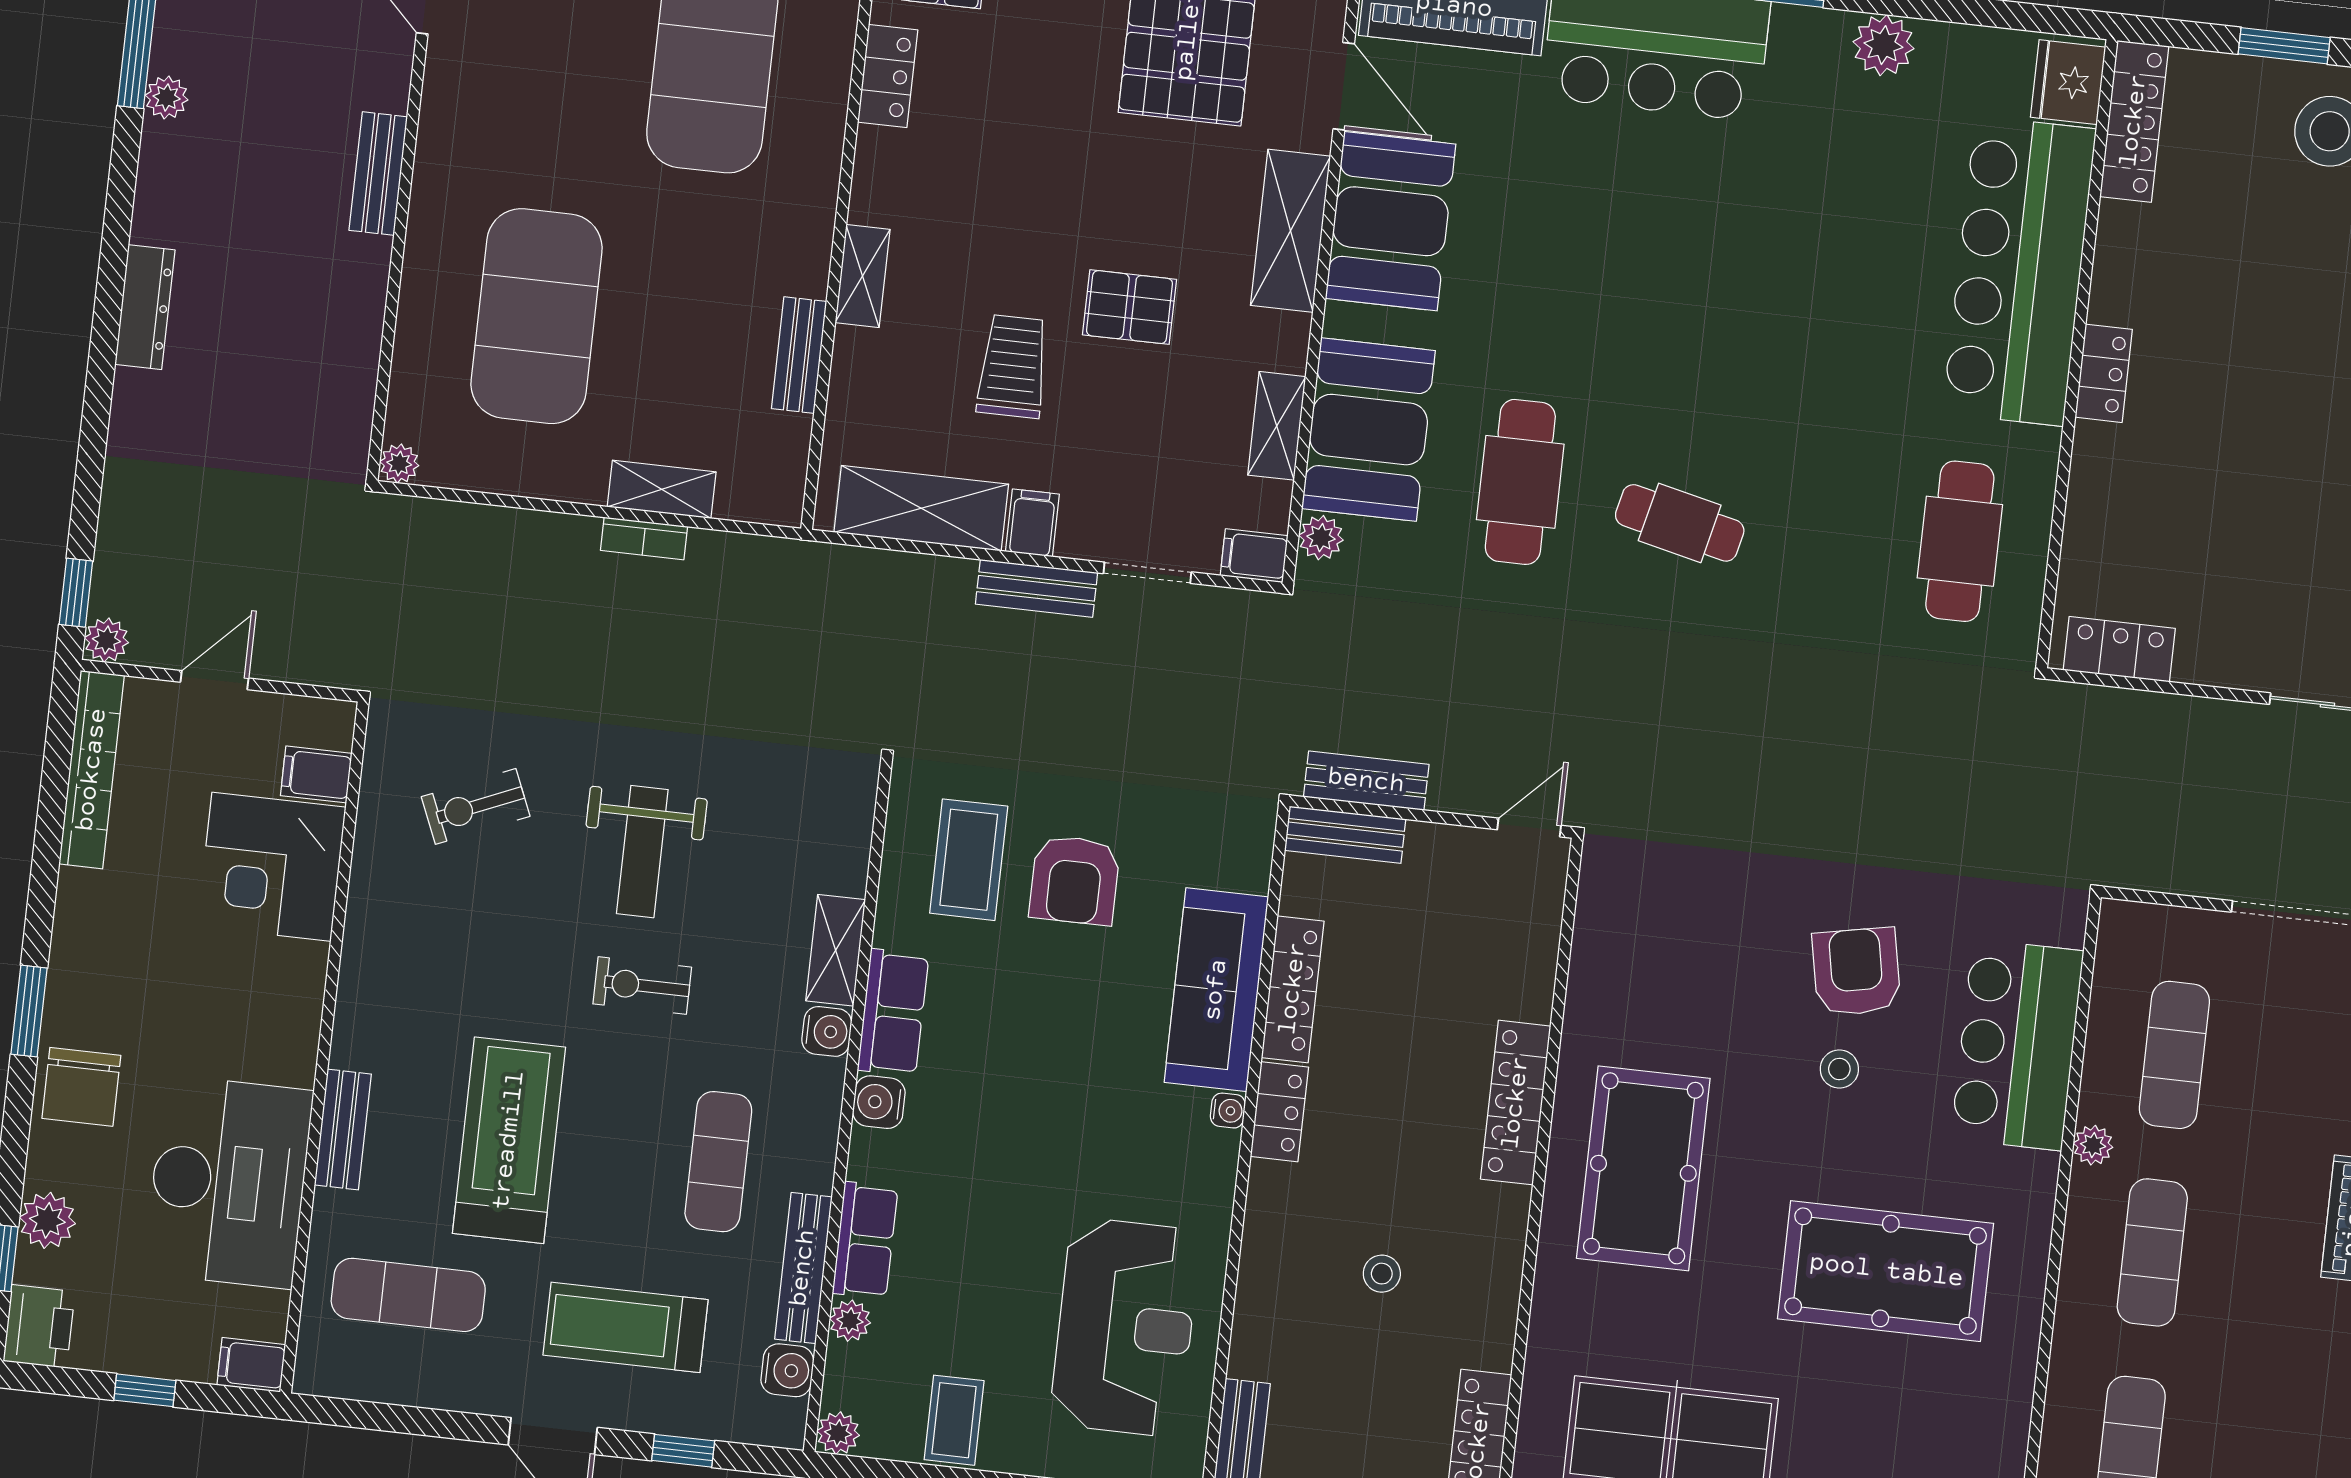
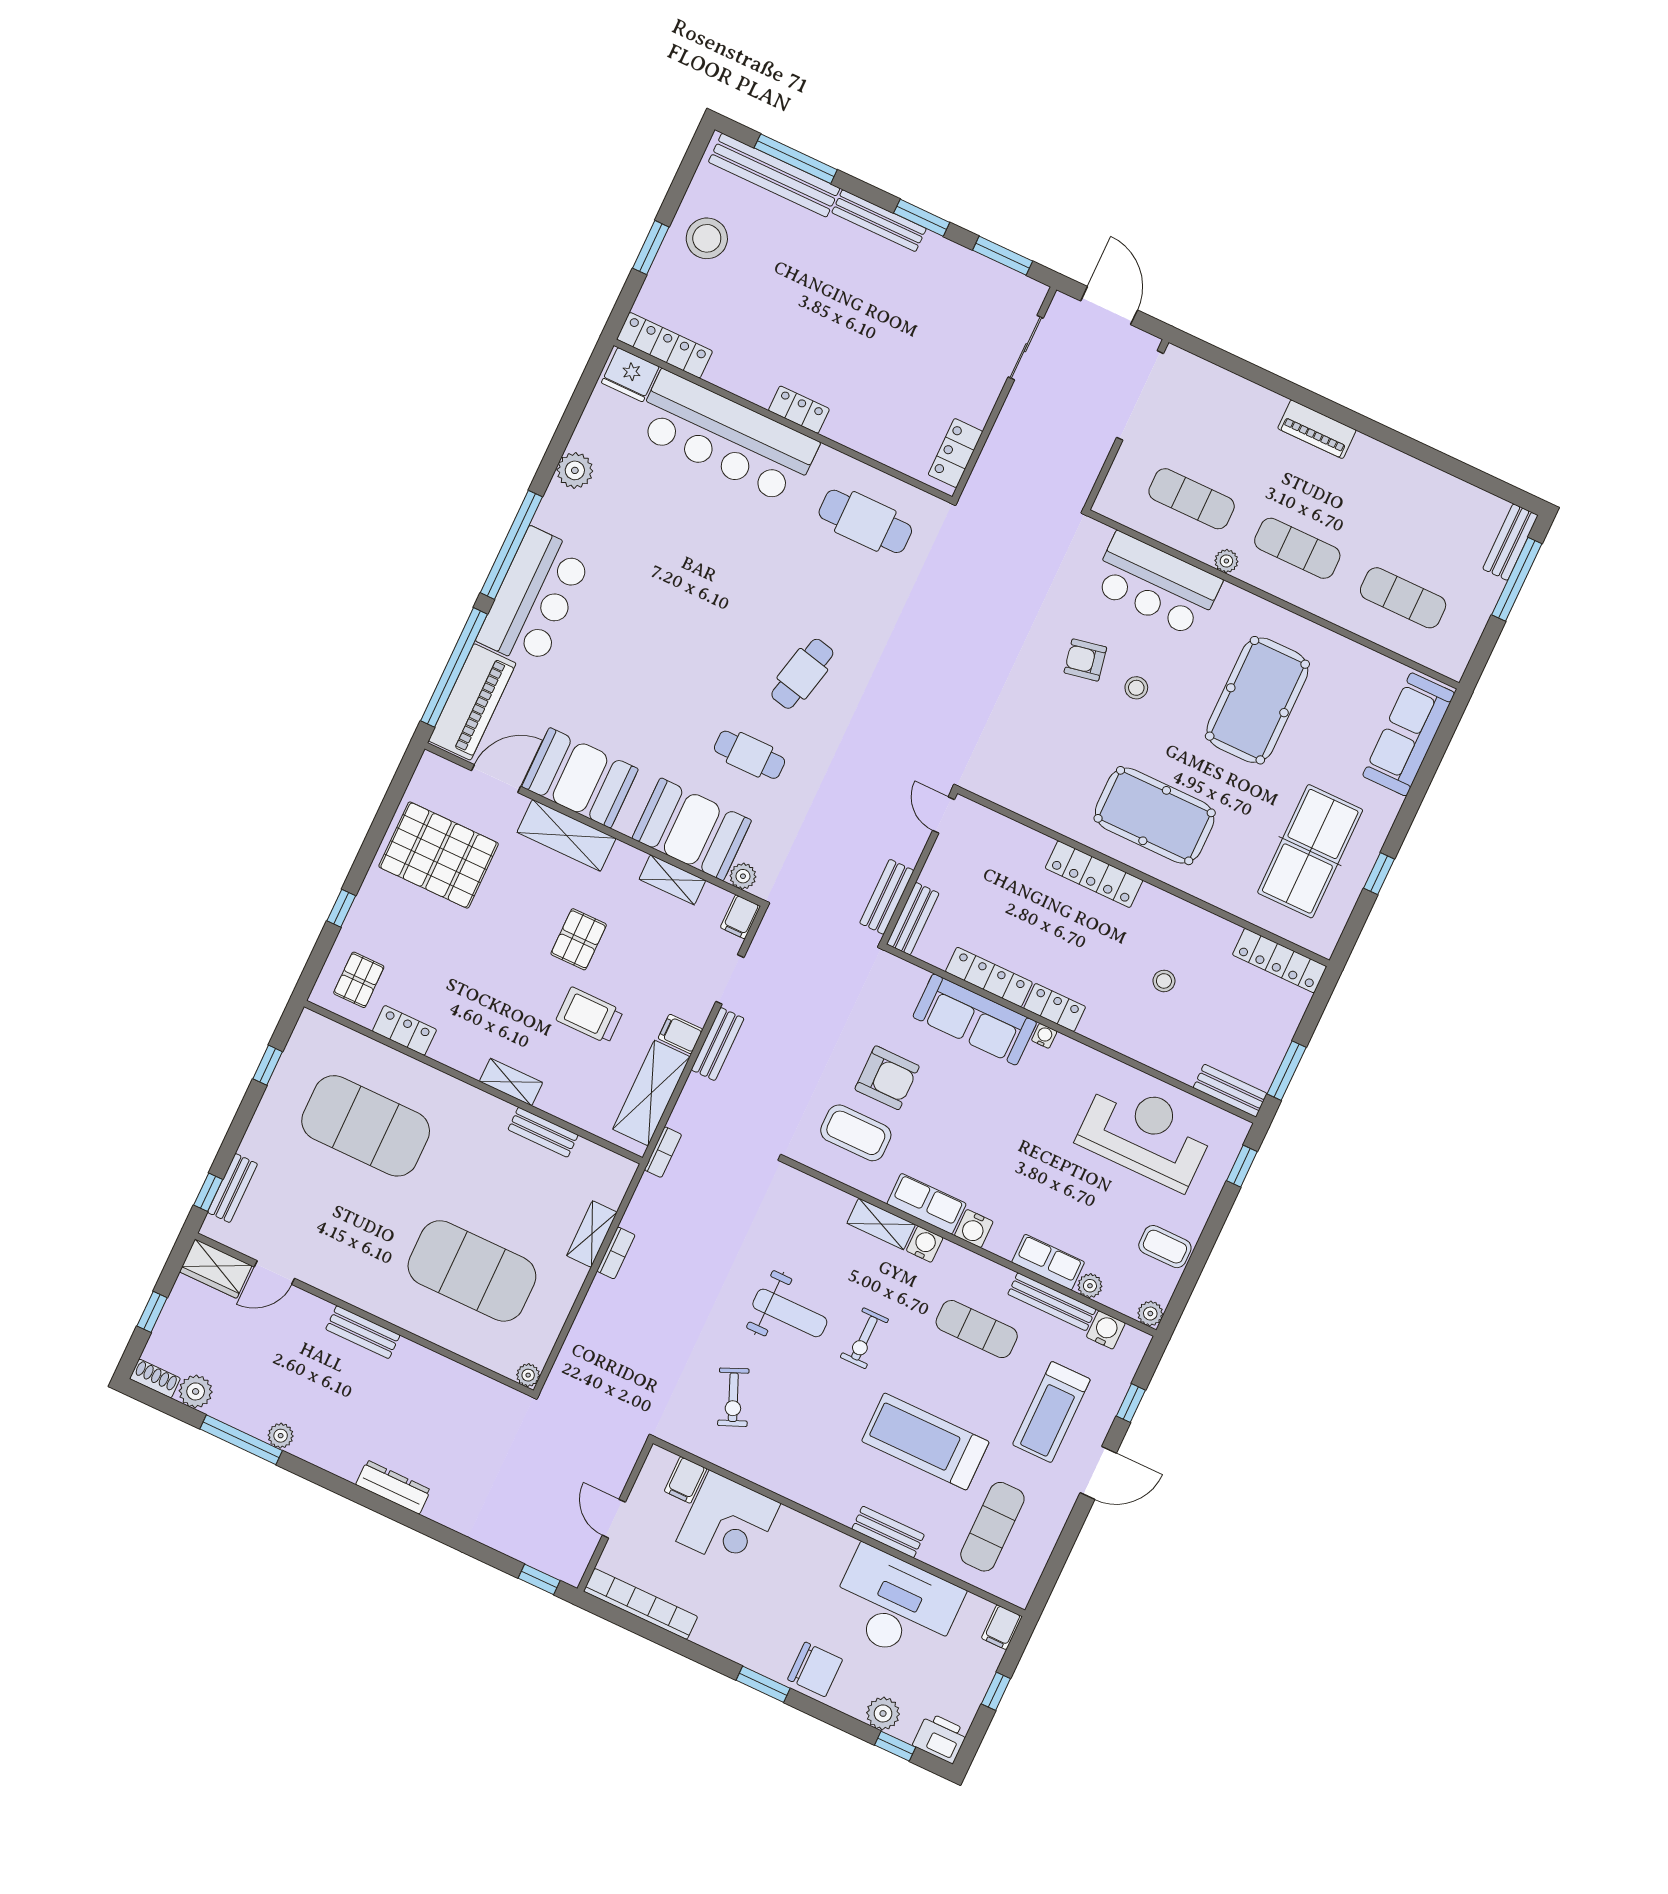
cafe table: (1520, 482) -> (750, 755), width x0.73, depth x0.74
bookcase: (832, 559) -> (663, 1152), added
plant: (106, 640) -> (571, 1571), removed
armchair: (1856, 972) -> (1085, 660), width x0.72, depth x0.72

